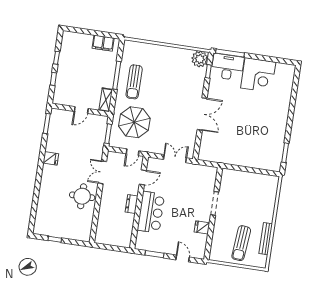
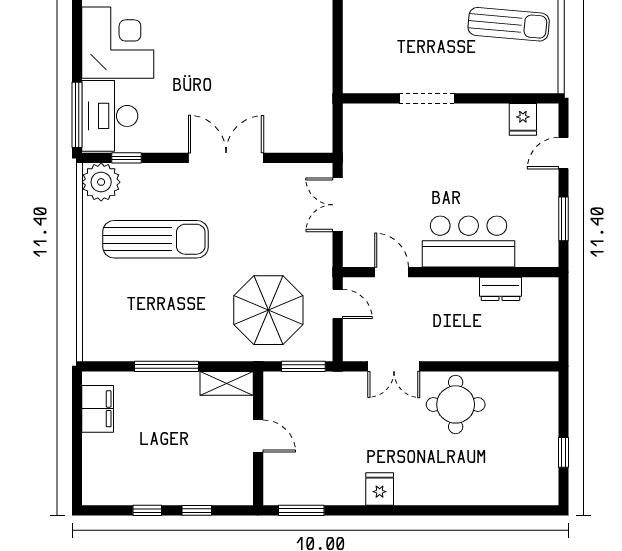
sun lounger: (134, 82) -> (156, 239), moved, width x1.36, depth x1.34
dresser: (131, 204) -> (500, 289), moved
fridge: (202, 227) -> (523, 119), moved

